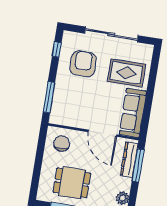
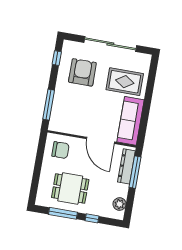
chair: (62, 144) -> (60, 150), turned 90

